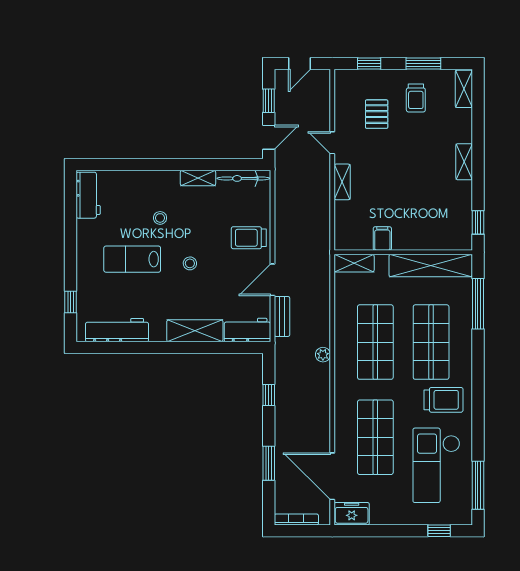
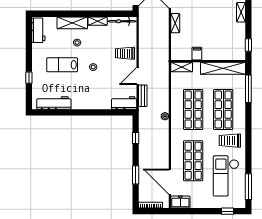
window: (71, 302) -> (29, 78), moved
shelving: (195, 331) -> (72, 23), moved
trolley: (443, 400) -> (230, 141), turned 180

